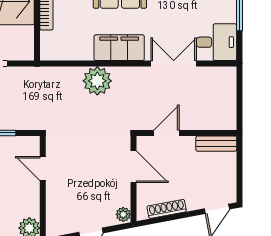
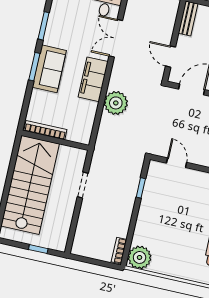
door: (43, 168) -> (177, 163), swing flipped

